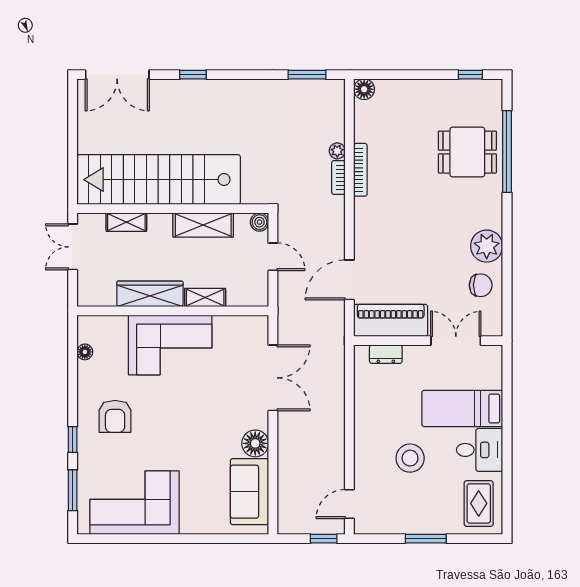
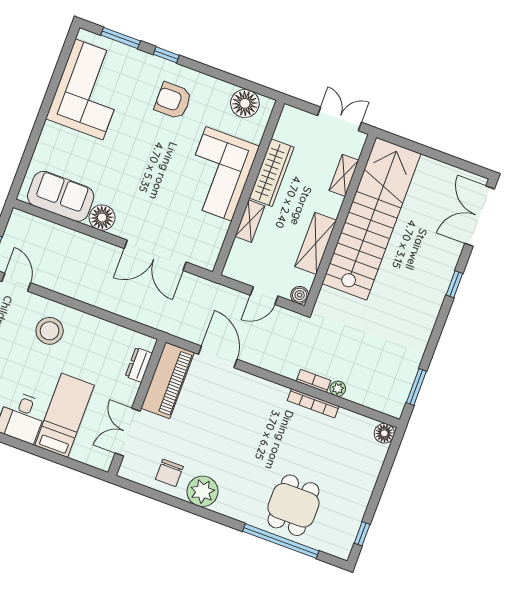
double door: (456, 341) -> (128, 432), swing flipped
floor lamp: (85, 352) -> (245, 103), width x1.89, depth x1.89
stool: (410, 458) -> (50, 331), moved

